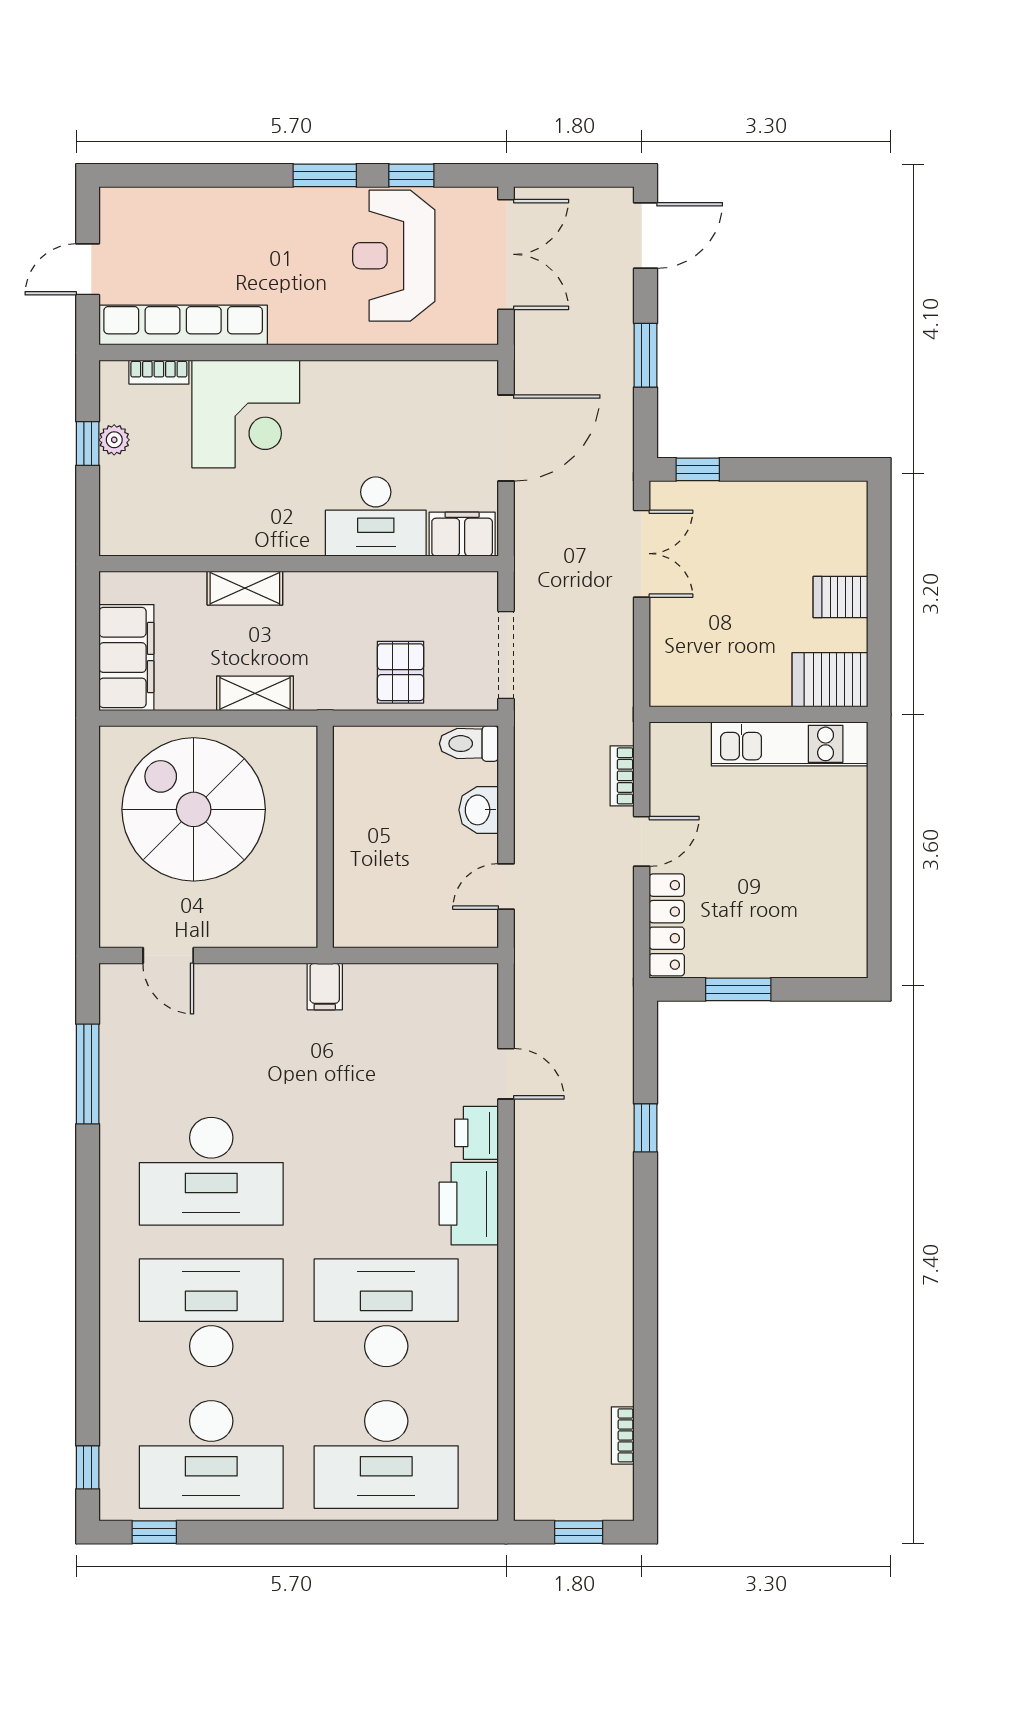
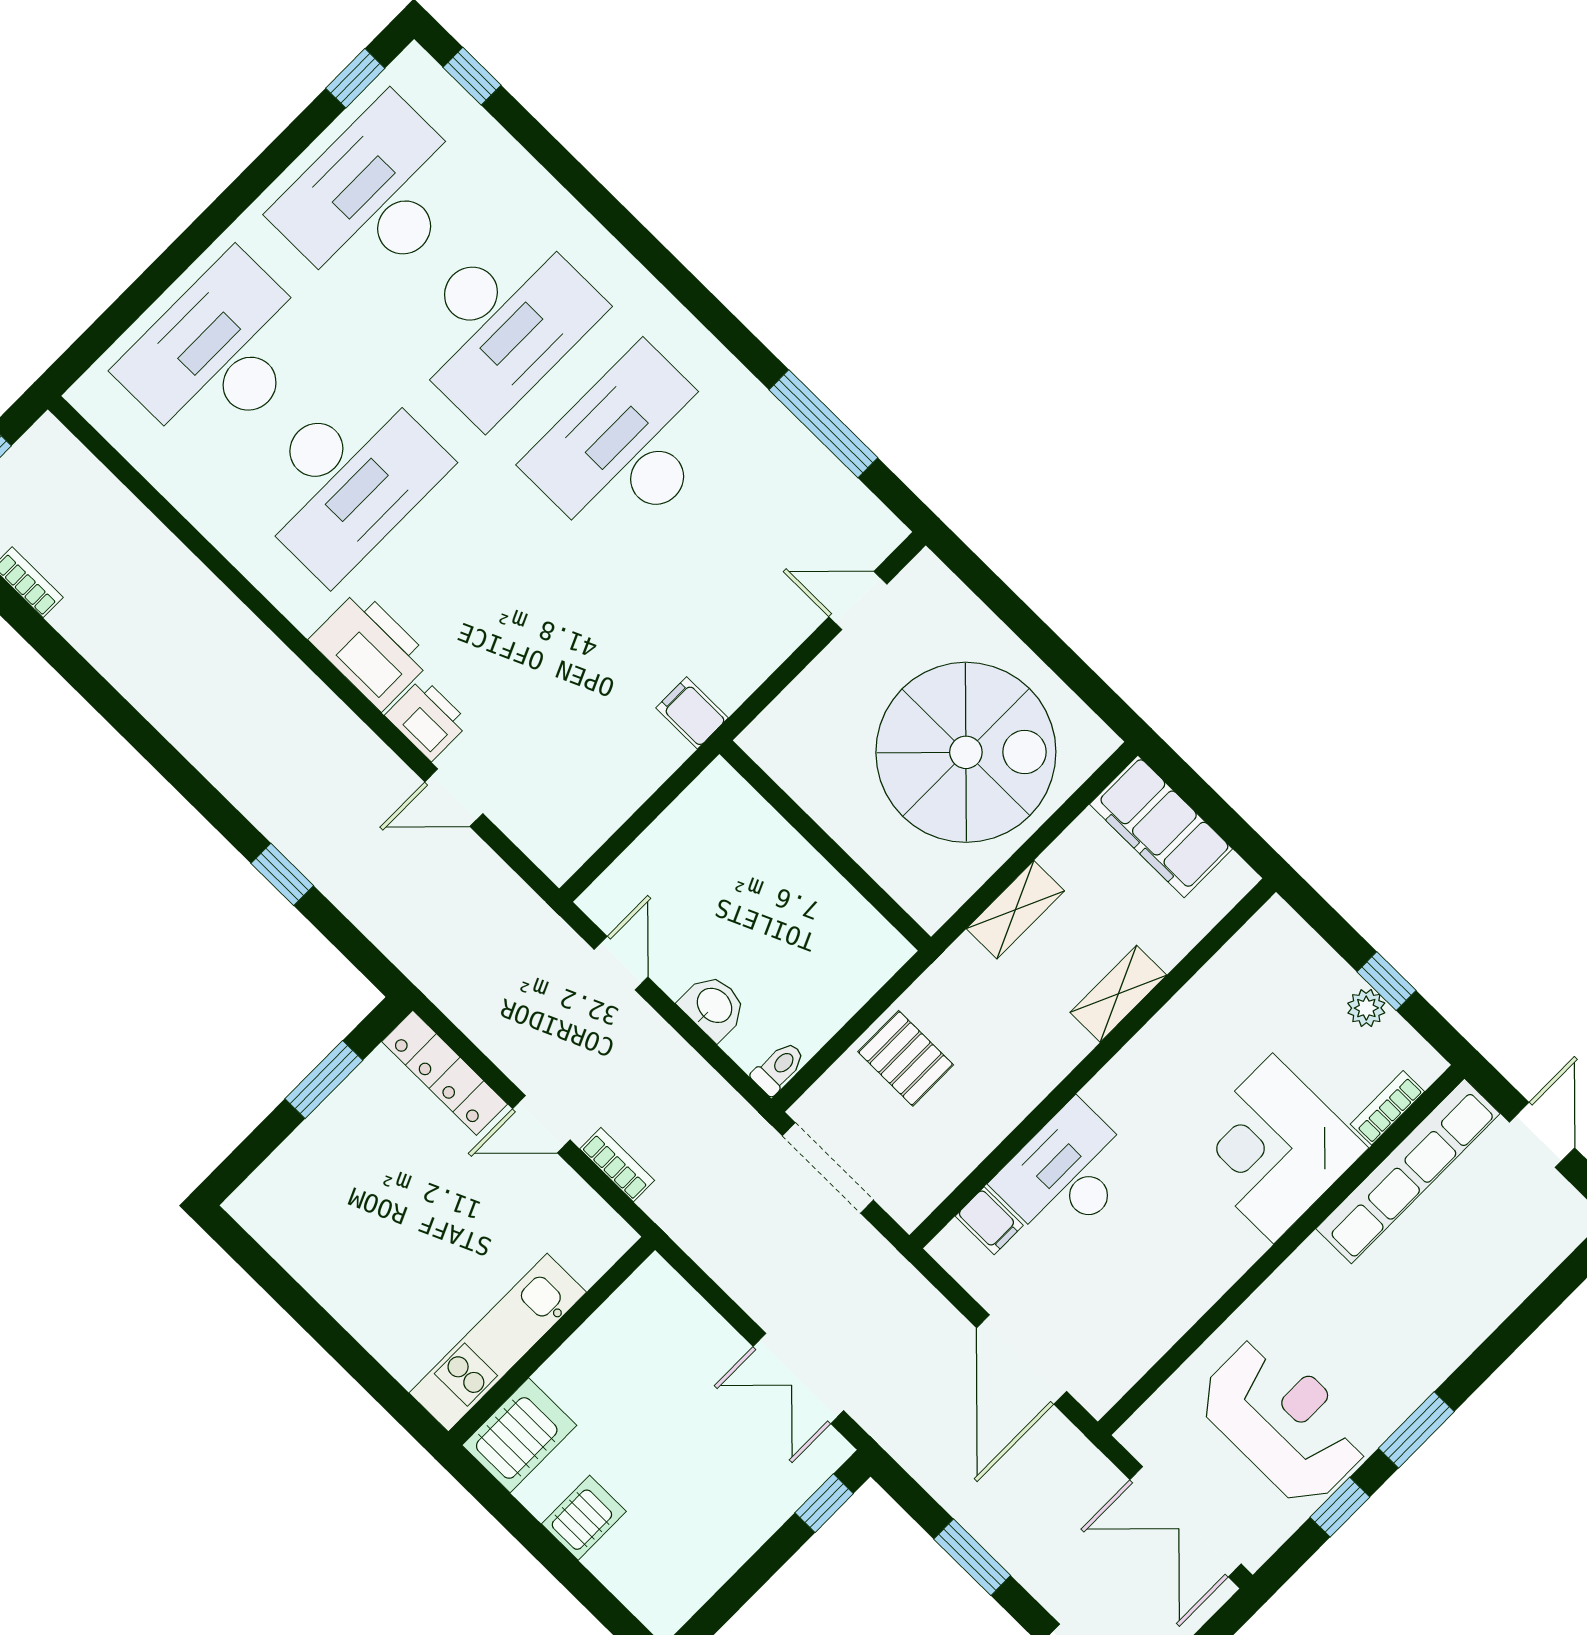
filing cabinet: (462, 534) -> (989, 1221), width x0.50
toilet: (469, 744) -> (779, 1068), width x0.73, depth x0.72
door: (642, 841) -> (541, 1124), hinge flipped

